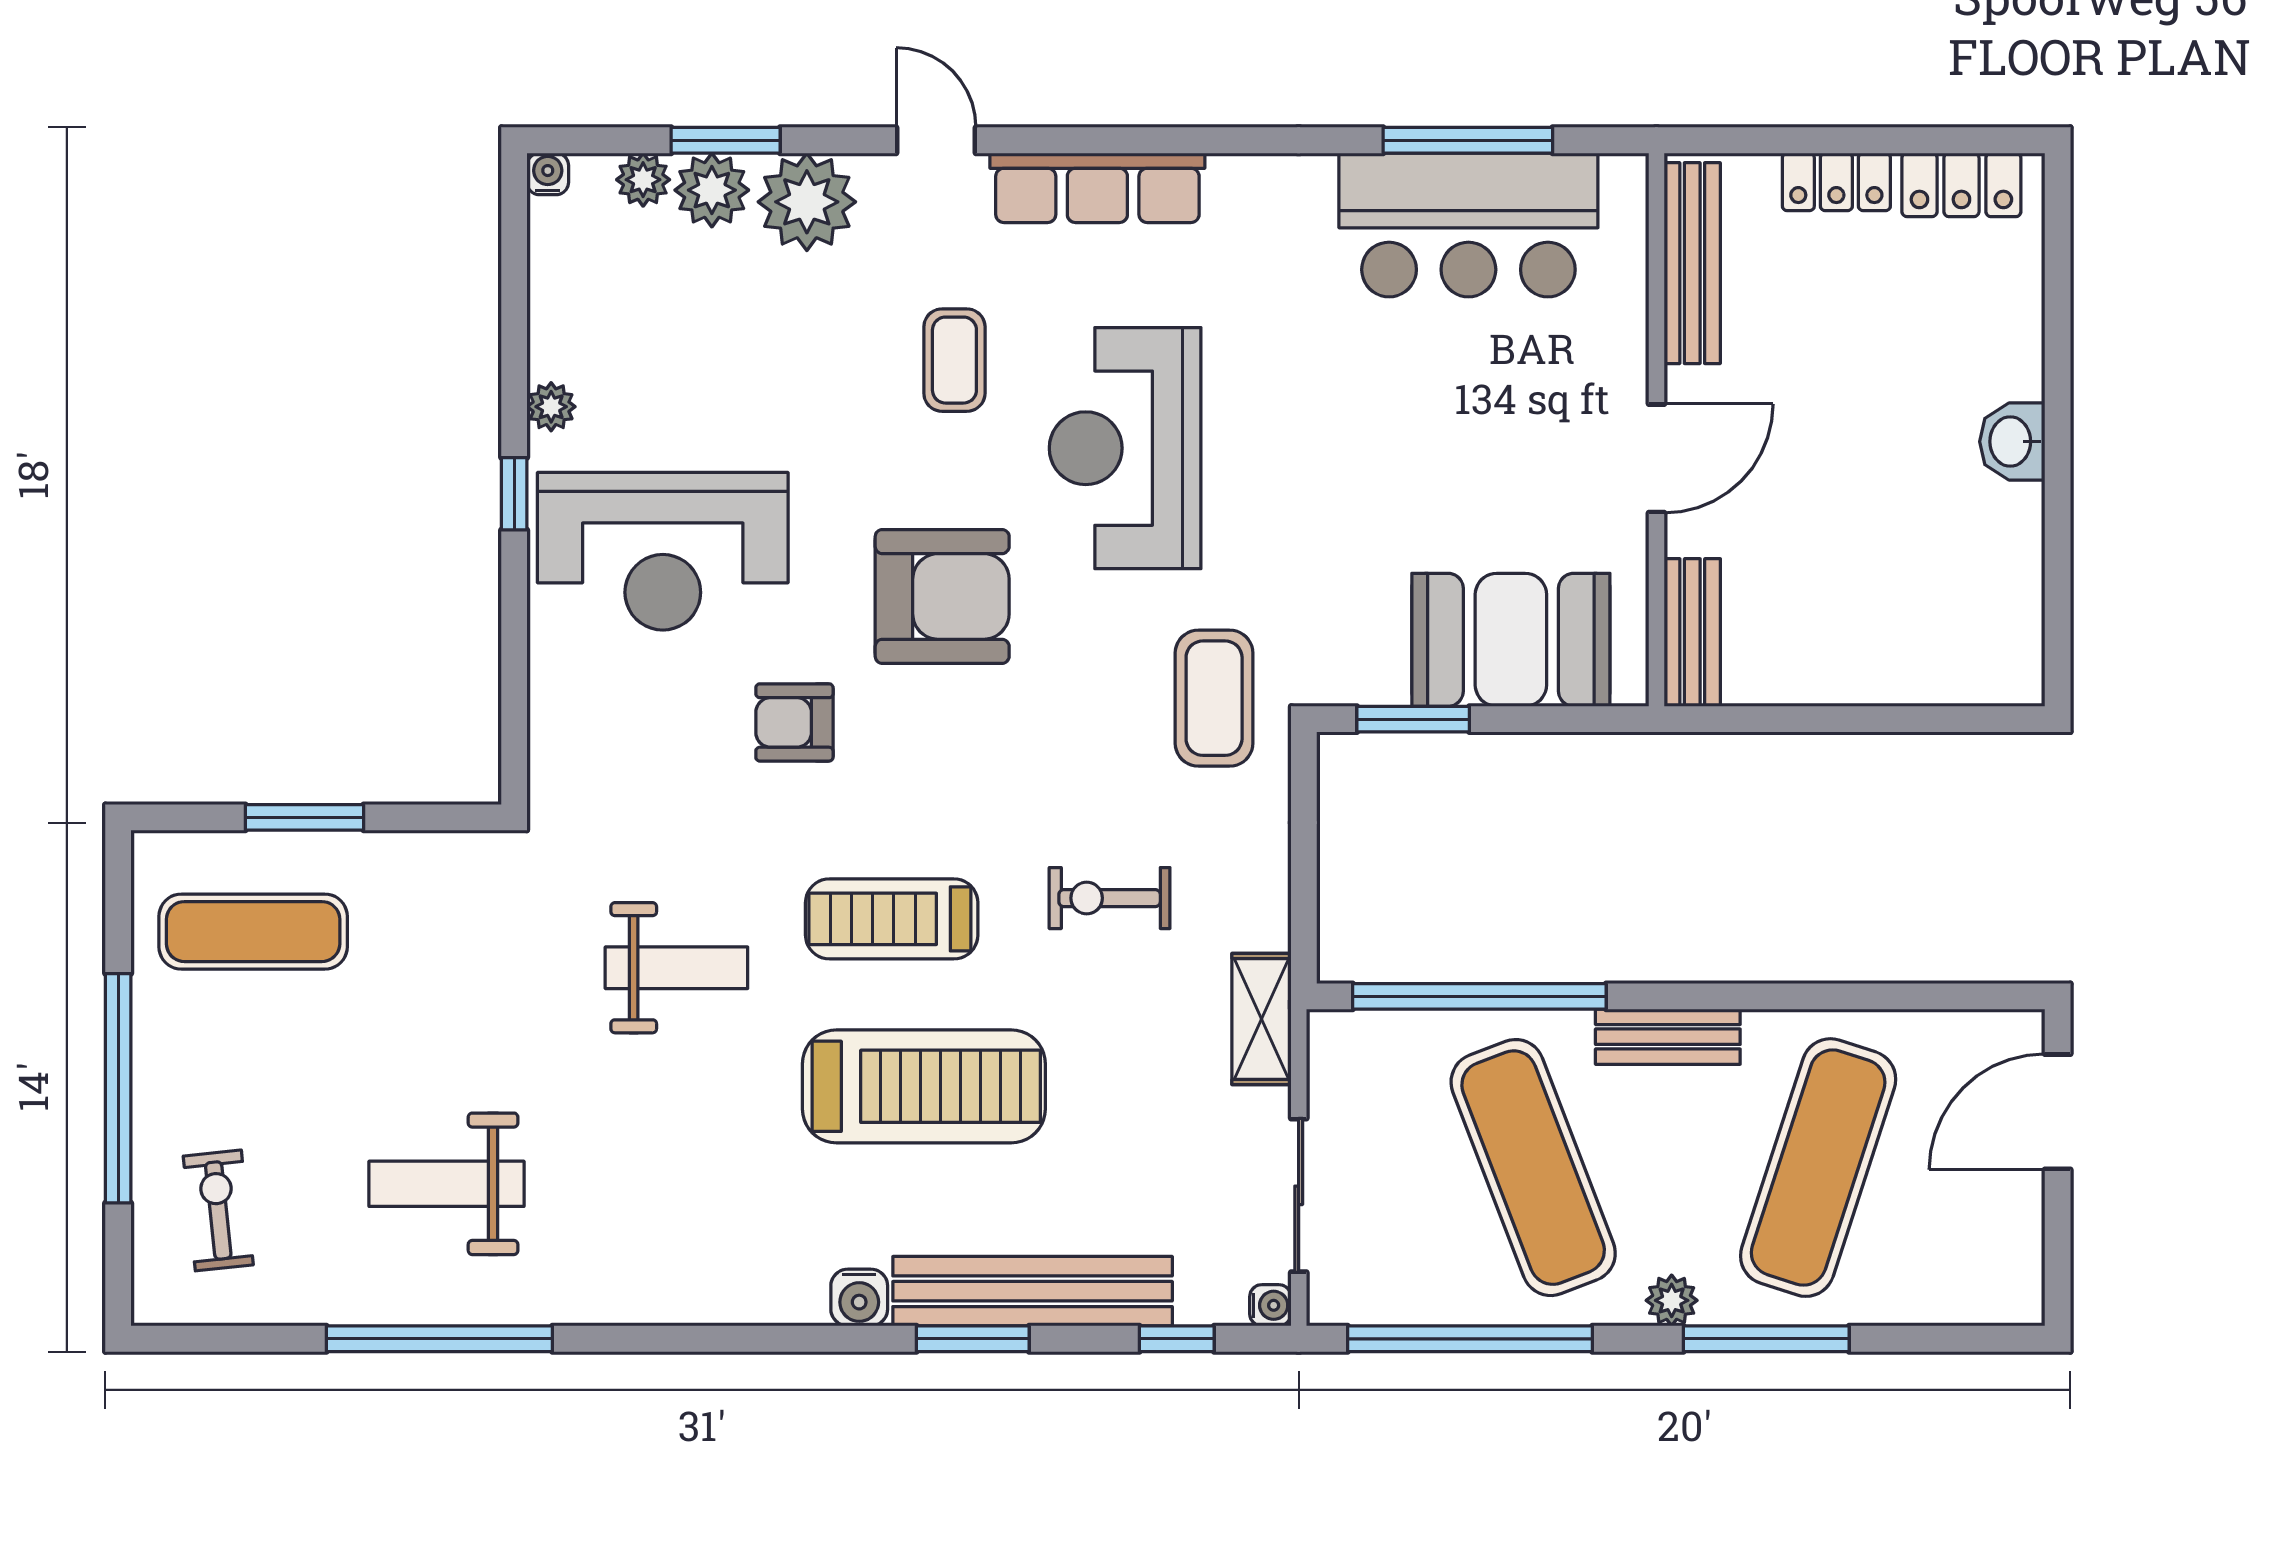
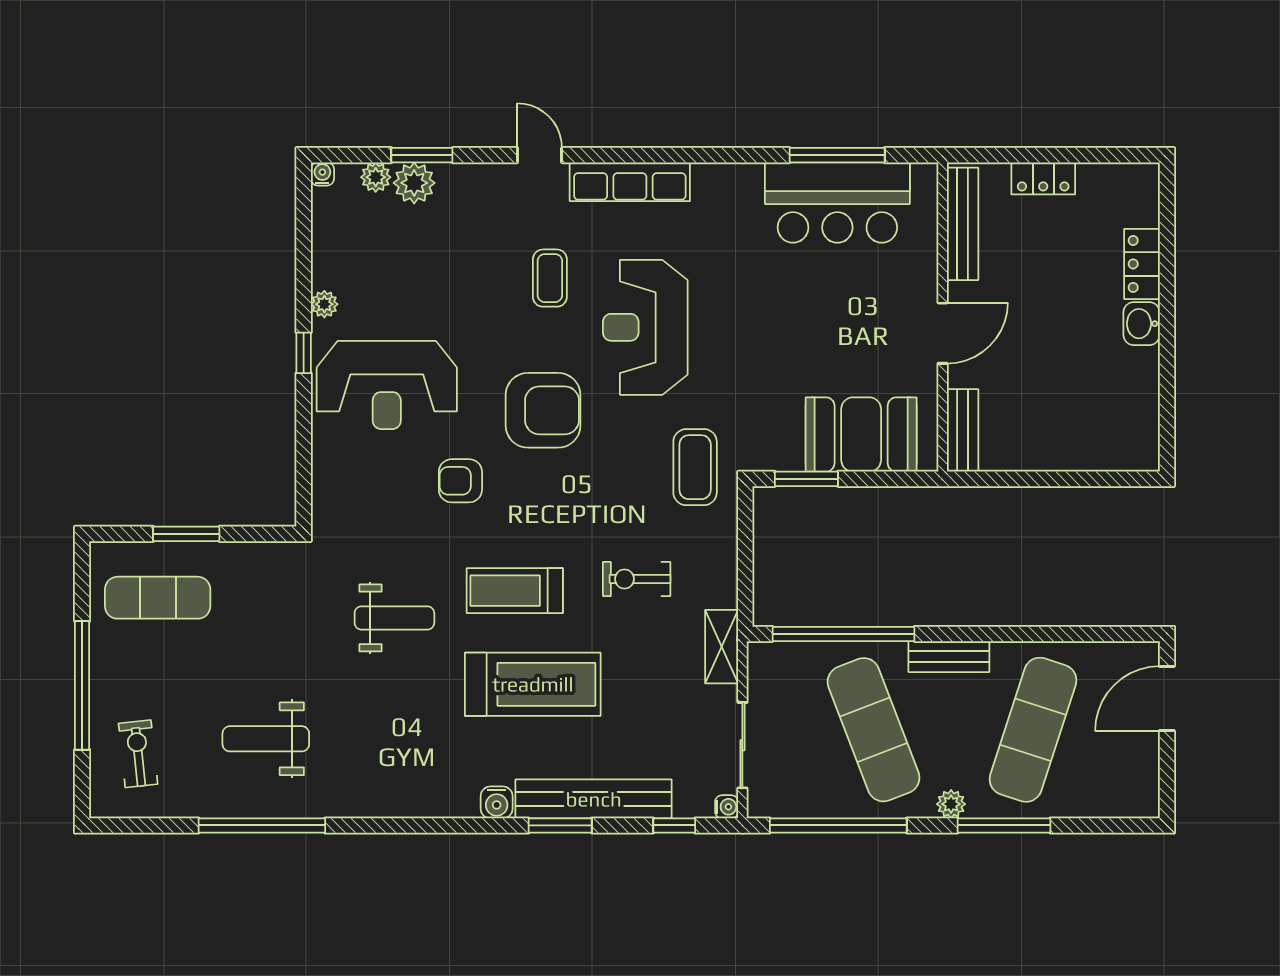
locker: (1961, 185) -> (1142, 264), moved, turned 90
plant: (807, 202) -> (467, 190), removed

